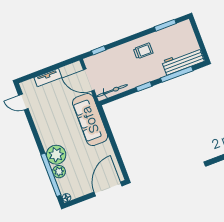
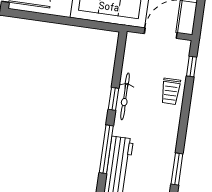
trolley: (143, 51) -> (171, 91), moved
bicycle: (112, 91) -> (125, 96), moved

